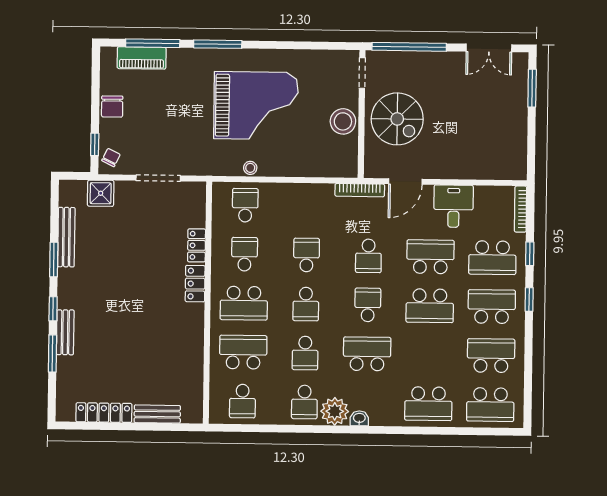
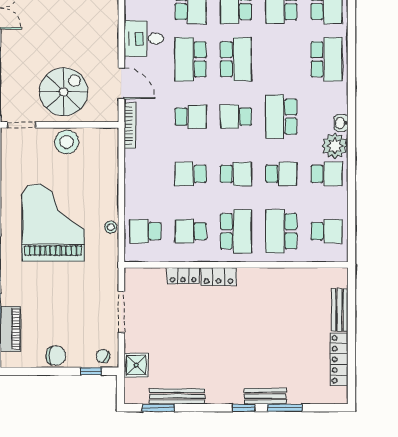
window: (54, 260) -> (158, 408), moved

